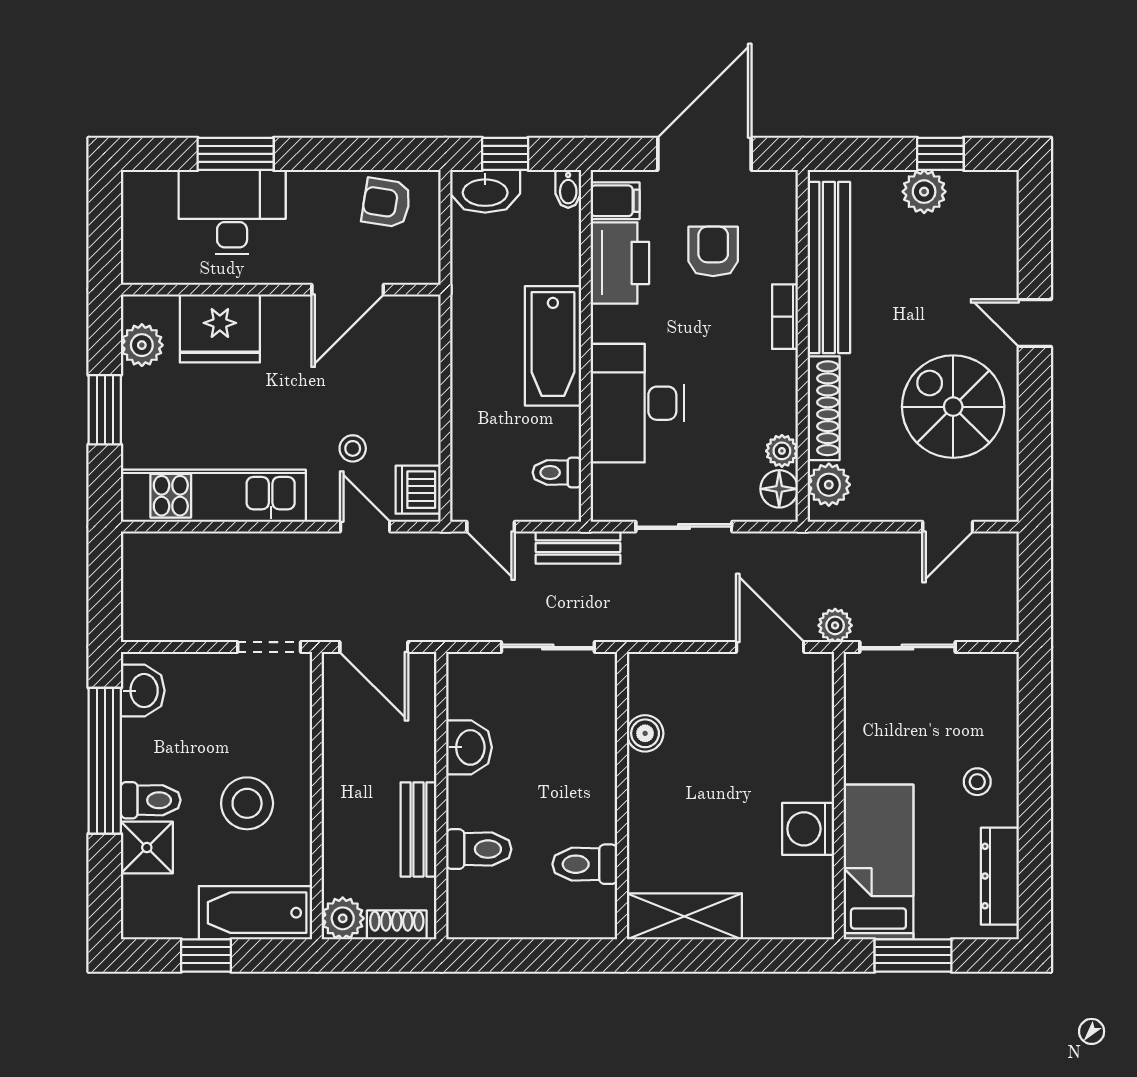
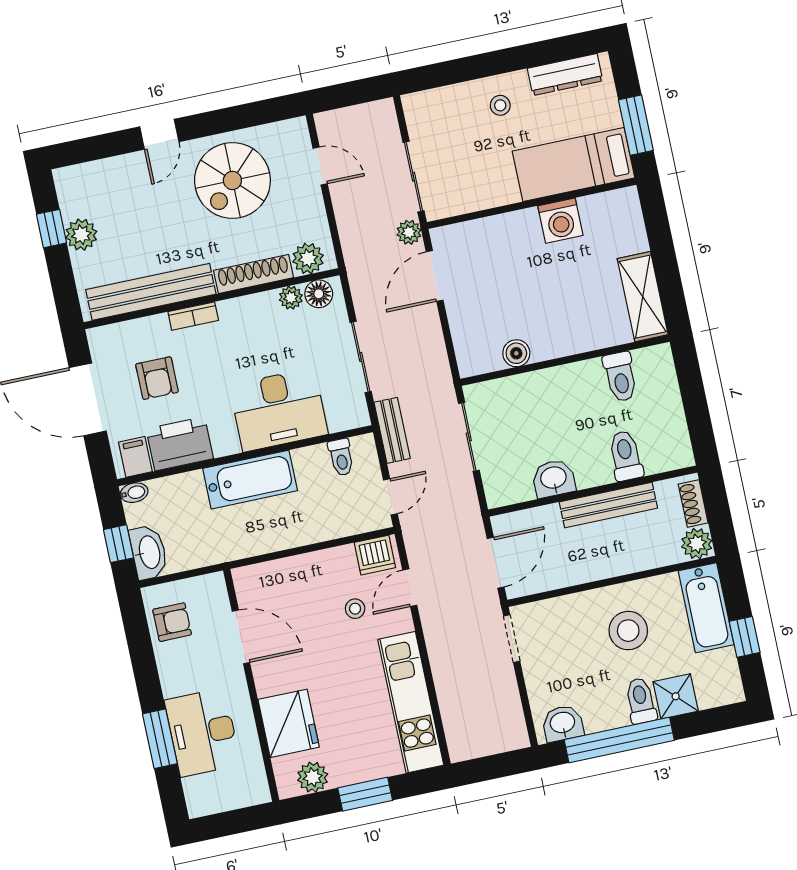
armchair: (386, 203) -> (172, 622), turned -99
armchair: (713, 251) -> (157, 378), turned -90
bench: (419, 829) -> (608, 505), width x1.36

